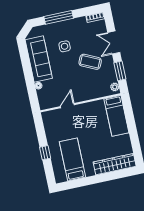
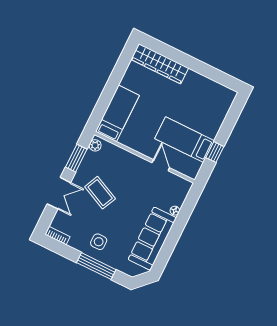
side table: (65, 46) -> (99, 242), moved
door: (67, 106) -> (161, 165), swing flipped
window: (45, 153) -> (215, 152), moved
bed: (72, 159) -> (185, 140), moved, turned 90

